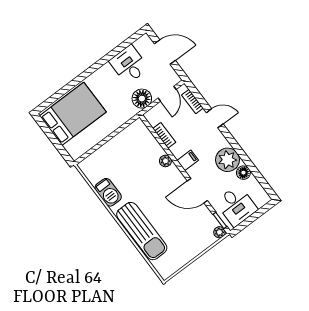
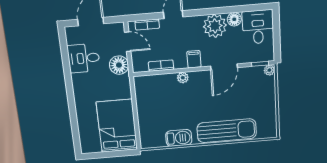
bed: (73, 114) -> (117, 126), moved
desk: (236, 206) -> (258, 27), moved, turned -90

